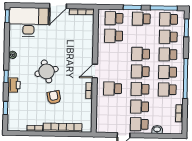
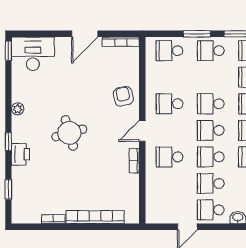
desk: (29, 22) -> (33, 54), width x0.73, depth x0.77
school desk: (114, 36) -> (169, 104), moved
armchair: (54, 97) -> (123, 96), moved

